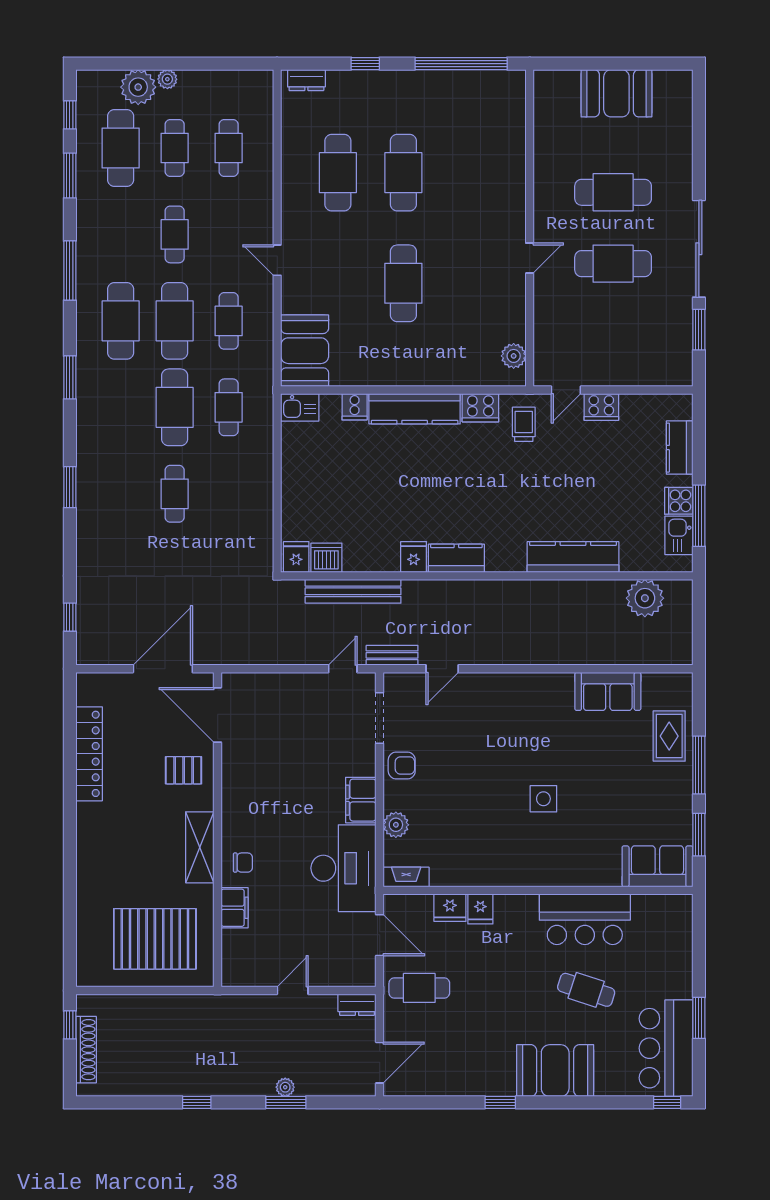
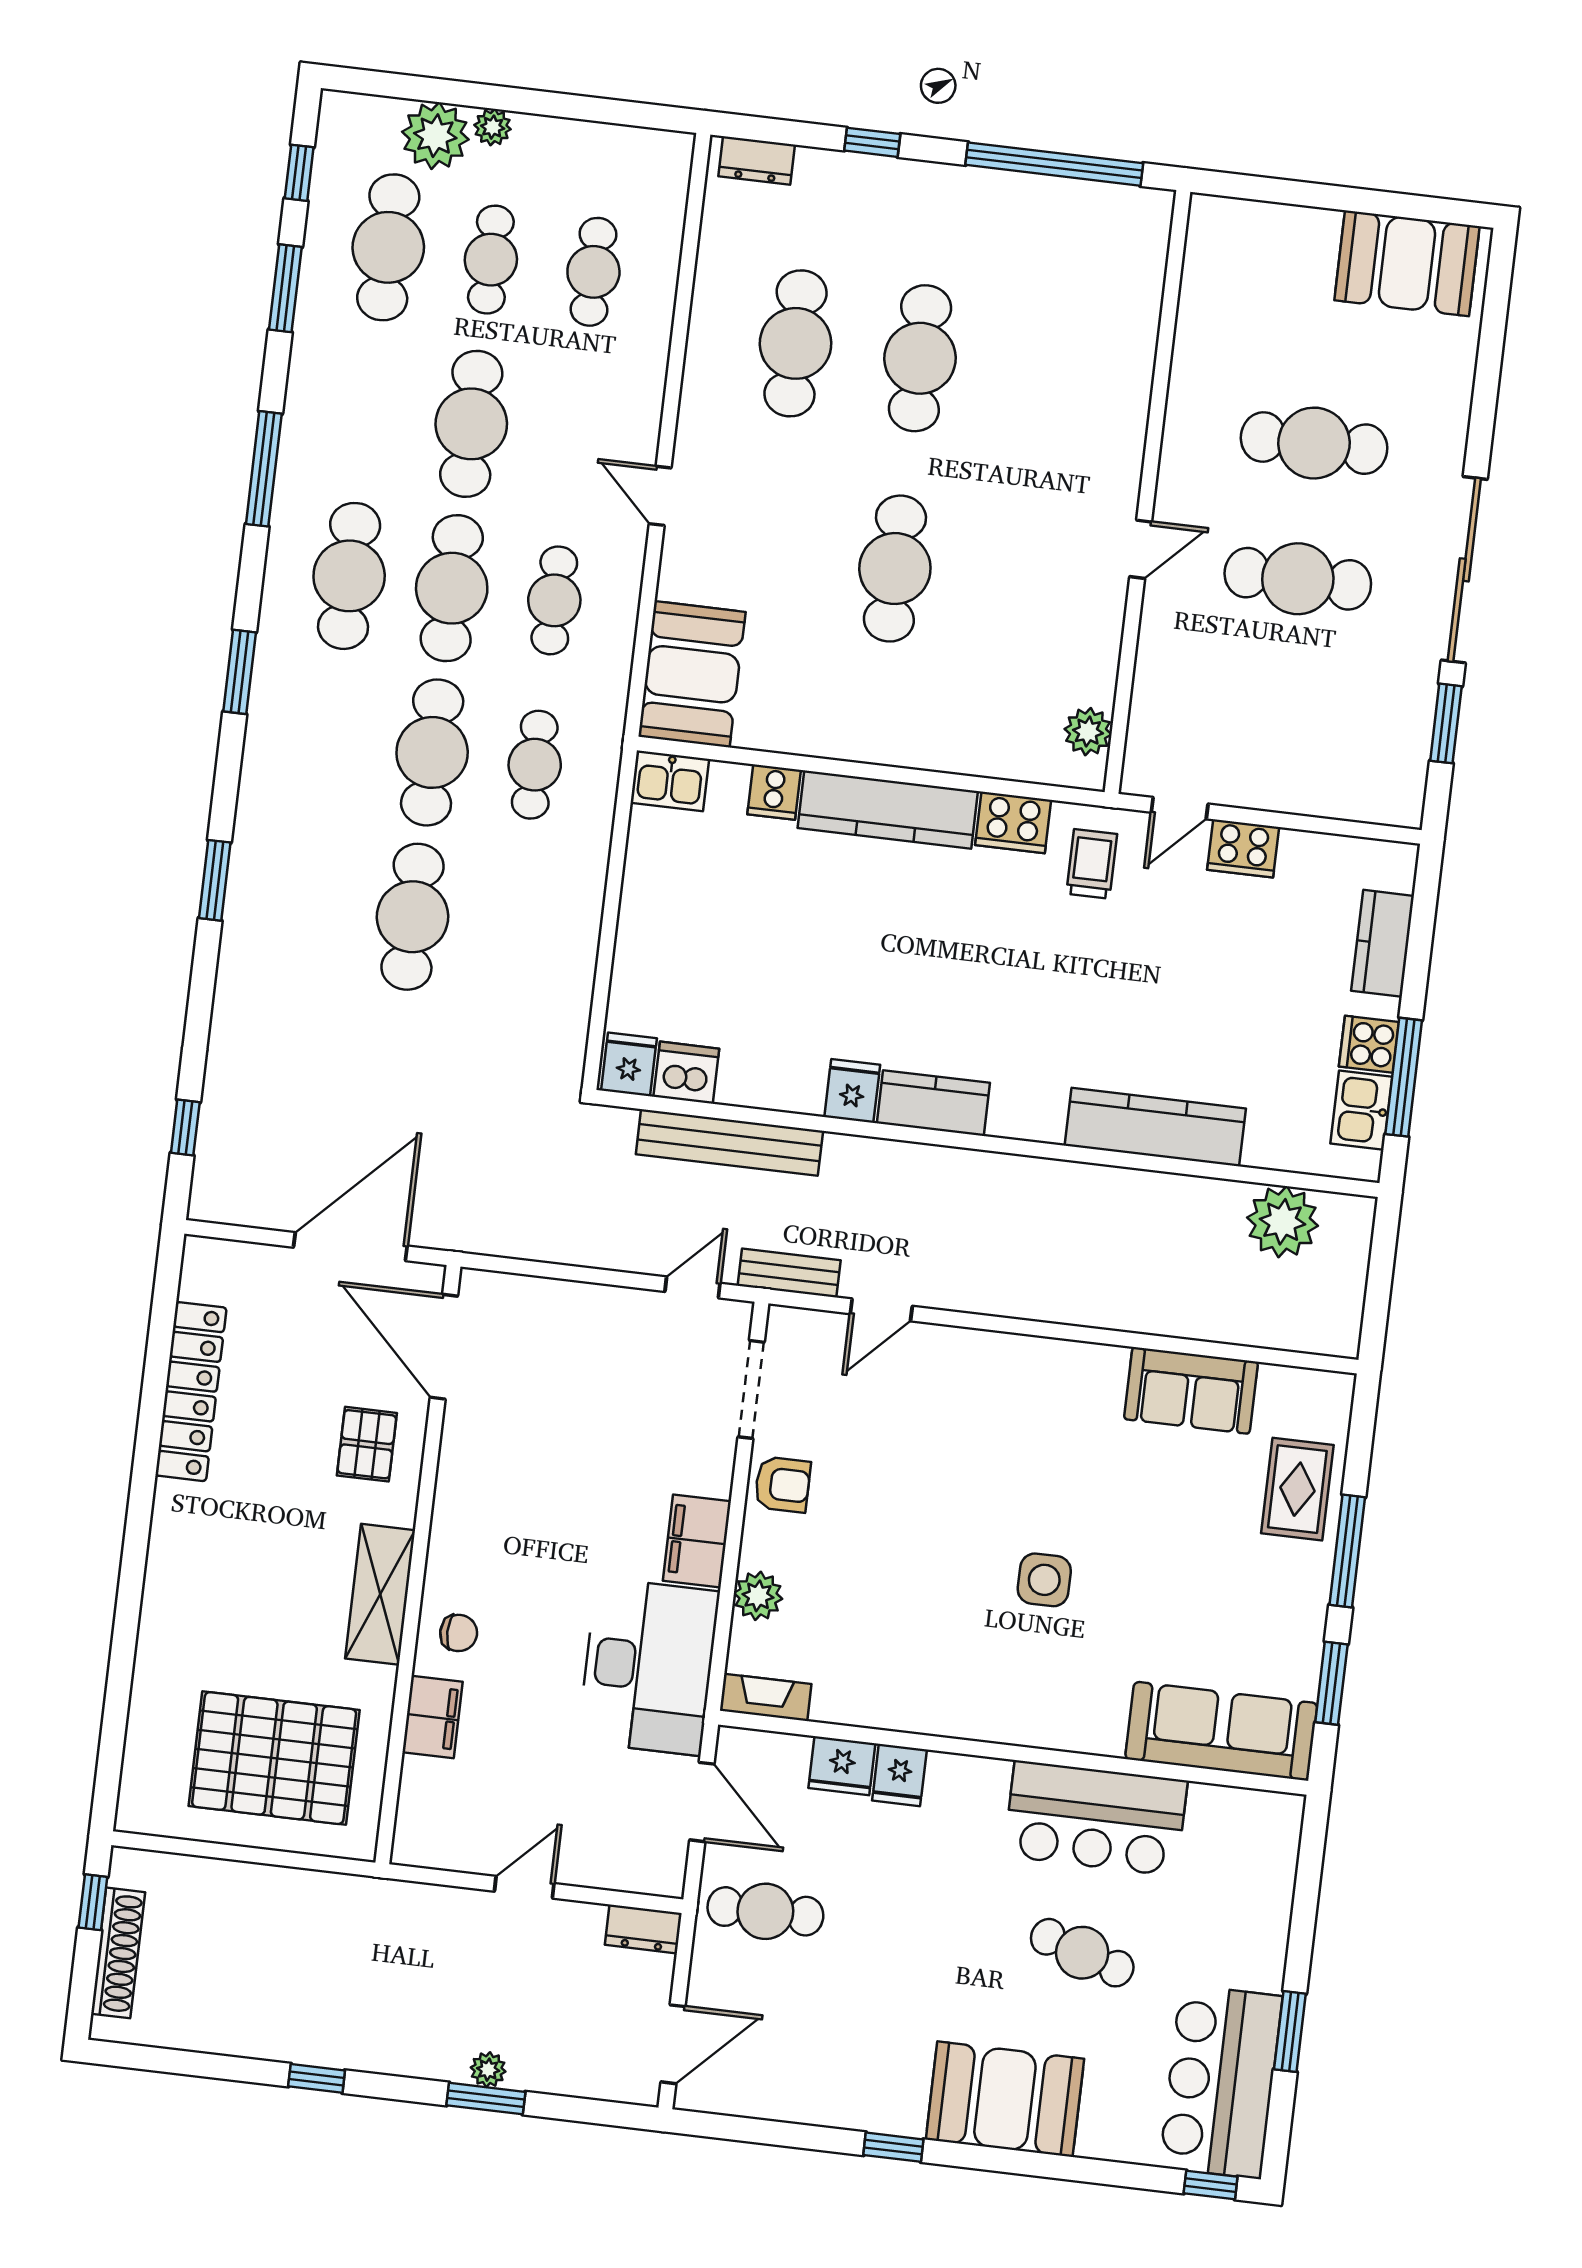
booth: (616, 93) -> (1407, 263), moved
cafe table: (175, 234) -> (471, 424), width x1.37, depth x1.35
cafe table: (175, 494) -> (413, 917), width x1.37, depth x1.35
pallet: (184, 770) -> (367, 1444), turned 90
sofa: (657, 866) -> (1221, 1731), width x1.36

